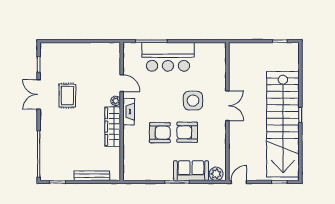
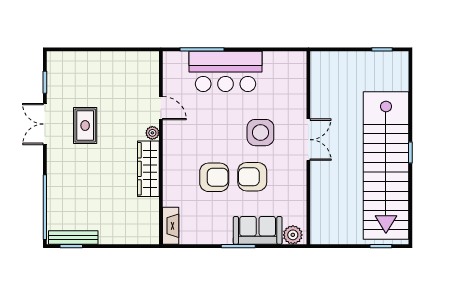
fireplace: (129, 112) -> (171, 226), moved
bench: (92, 176) -> (73, 238), moved
door: (239, 182) -> (325, 246), removed

